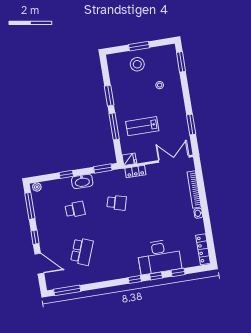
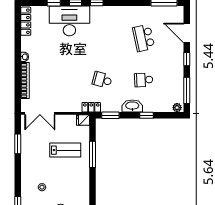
window: (109, 96) -> (93, 185), removed
locker: (135, 171) -> (91, 107), moved
school desk: (82, 252) -> (144, 38), turned -33

